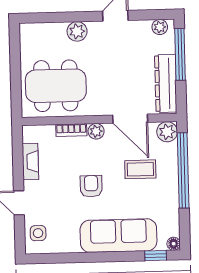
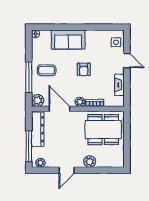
coffee table: (140, 169) -> (47, 70), moved
window: (183, 170) -> (29, 77), width x0.68
sofa: (118, 236) -> (68, 40), width x0.73
window: (156, 256) -> (46, 27), removed

